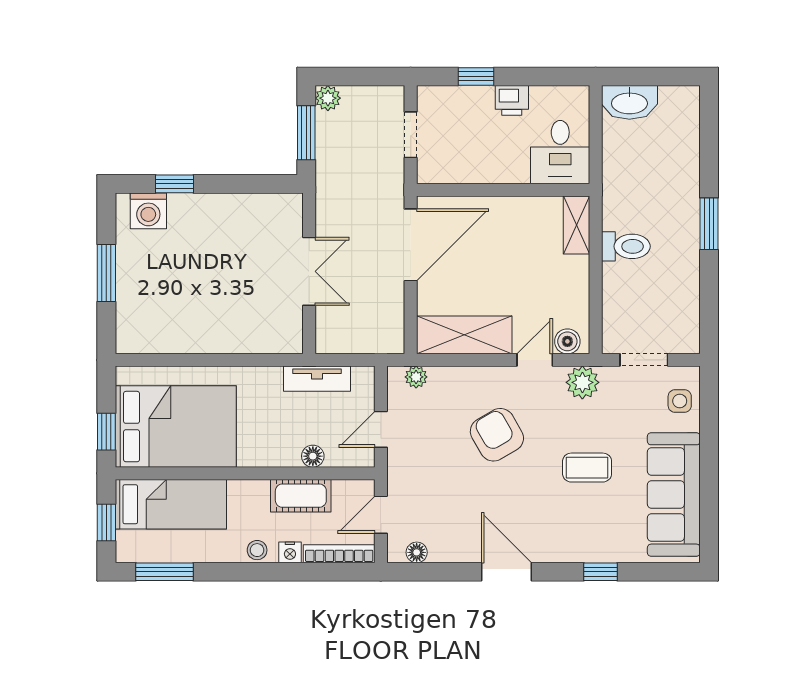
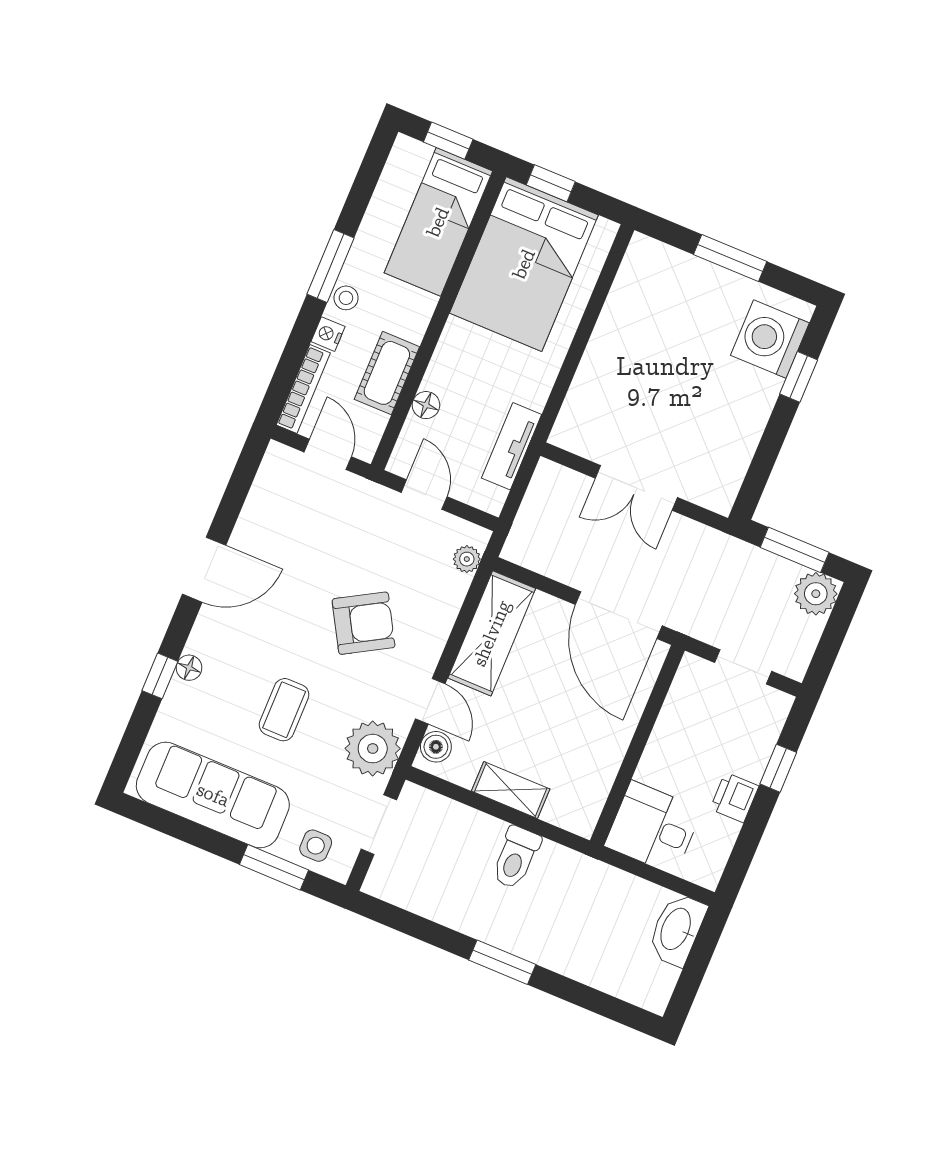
plant: (328, 98) -> (816, 594), width x1.38, depth x1.38
washing machine: (148, 211) -> (770, 339), width x1.37, depth x1.37
shelving: (577, 225) -> (511, 790), moved
plant: (582, 382) -> (373, 749), width x1.36, depth x1.36
window: (709, 426) -> (274, 867), added
floor lamp: (417, 552) -> (189, 668), moved
window: (165, 572) -> (331, 266), moved

